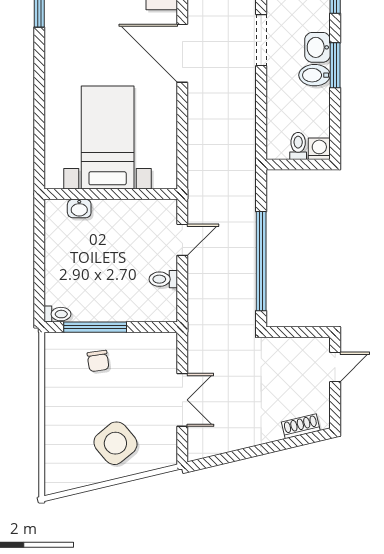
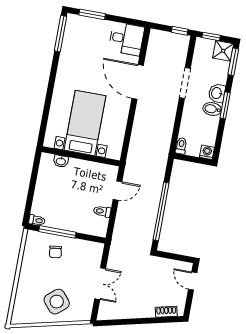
toilet: (298, 146) -> (181, 146), moved
door: (335, 367) -> (193, 281), swing flipped

